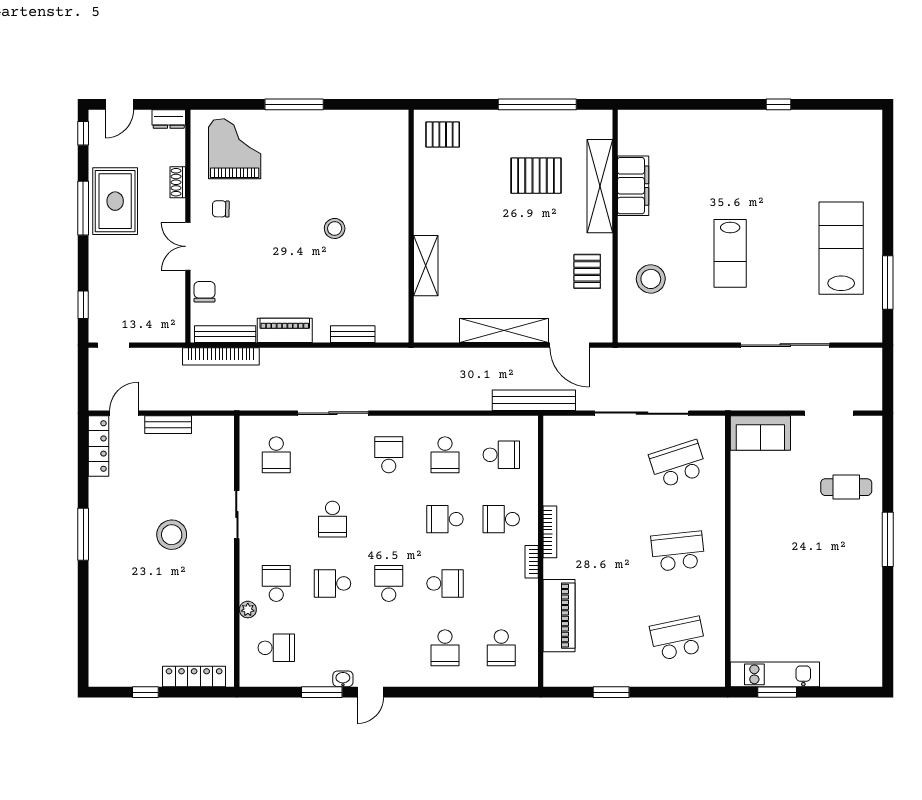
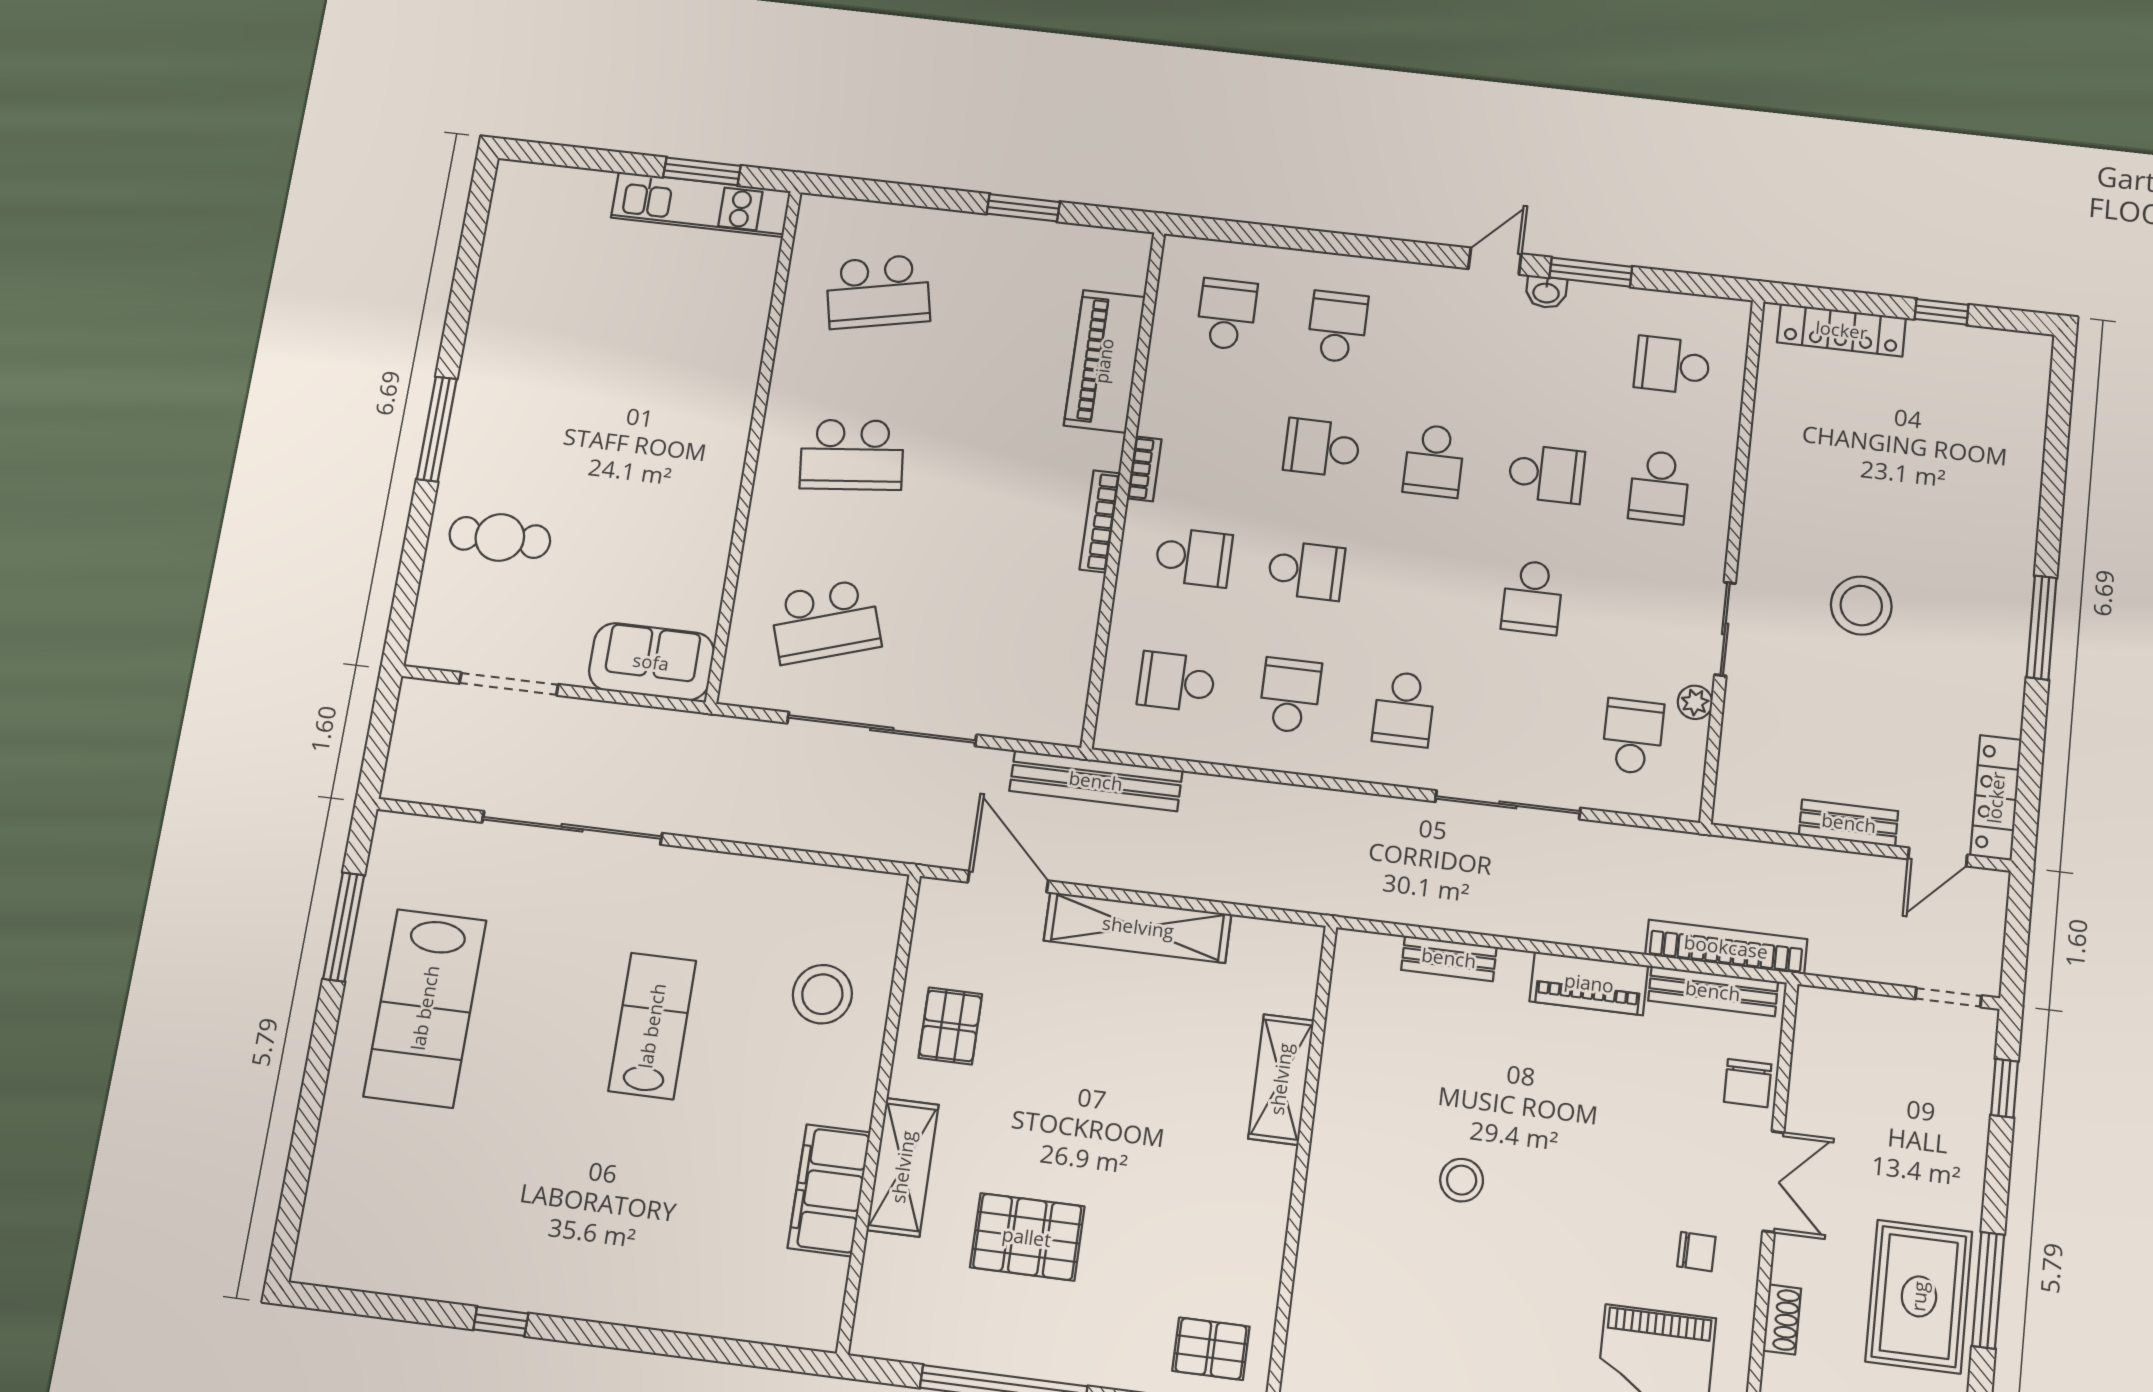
shelving: (600, 186) -> (903, 1167), width x0.68
school desk: (332, 519) -> (1532, 597), turned 180
plant: (248, 610) -> (1695, 702), moved

